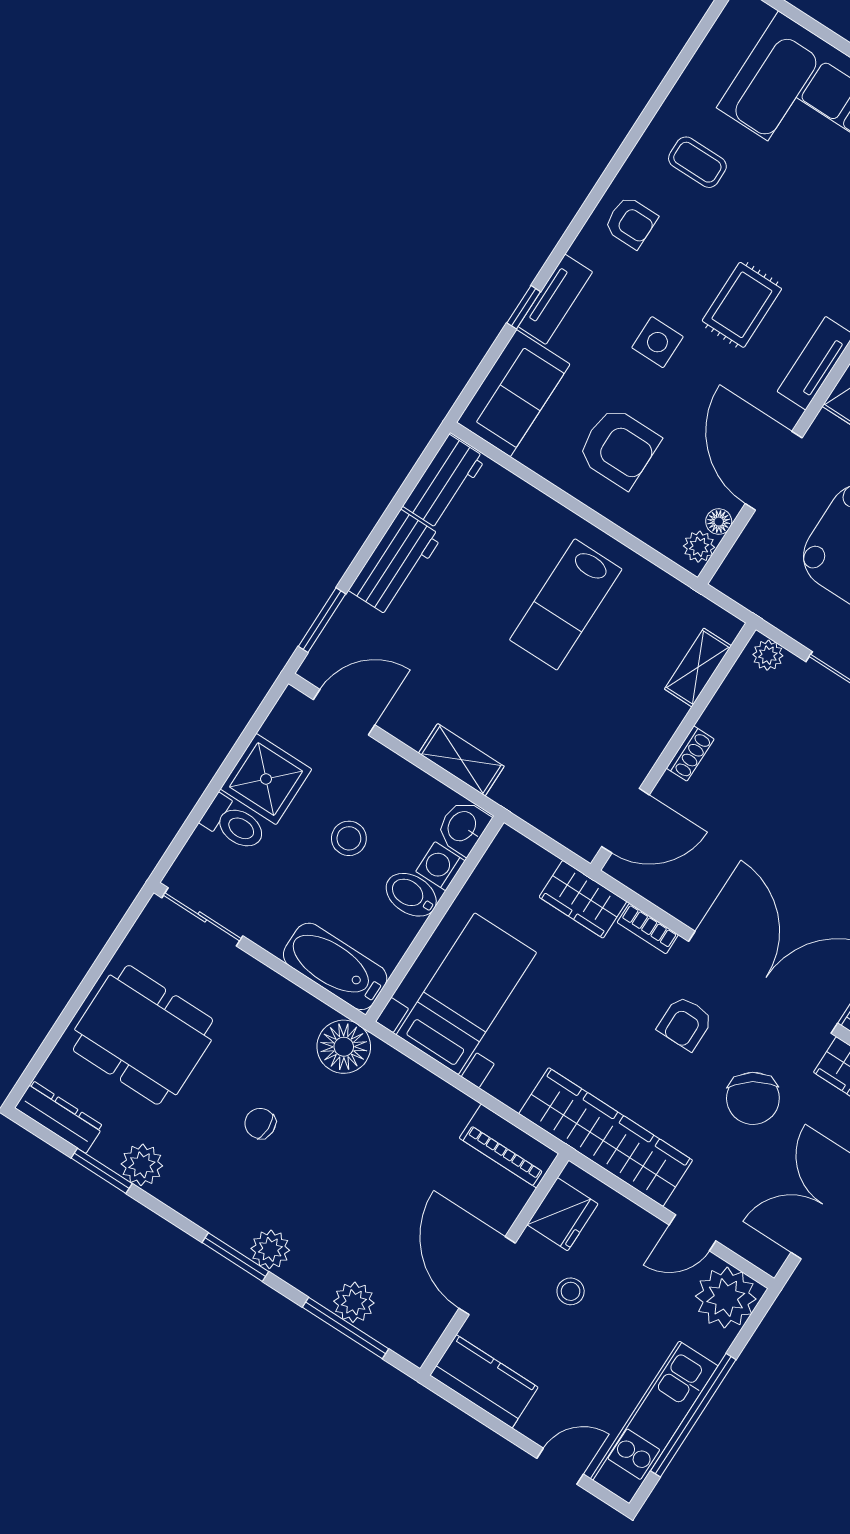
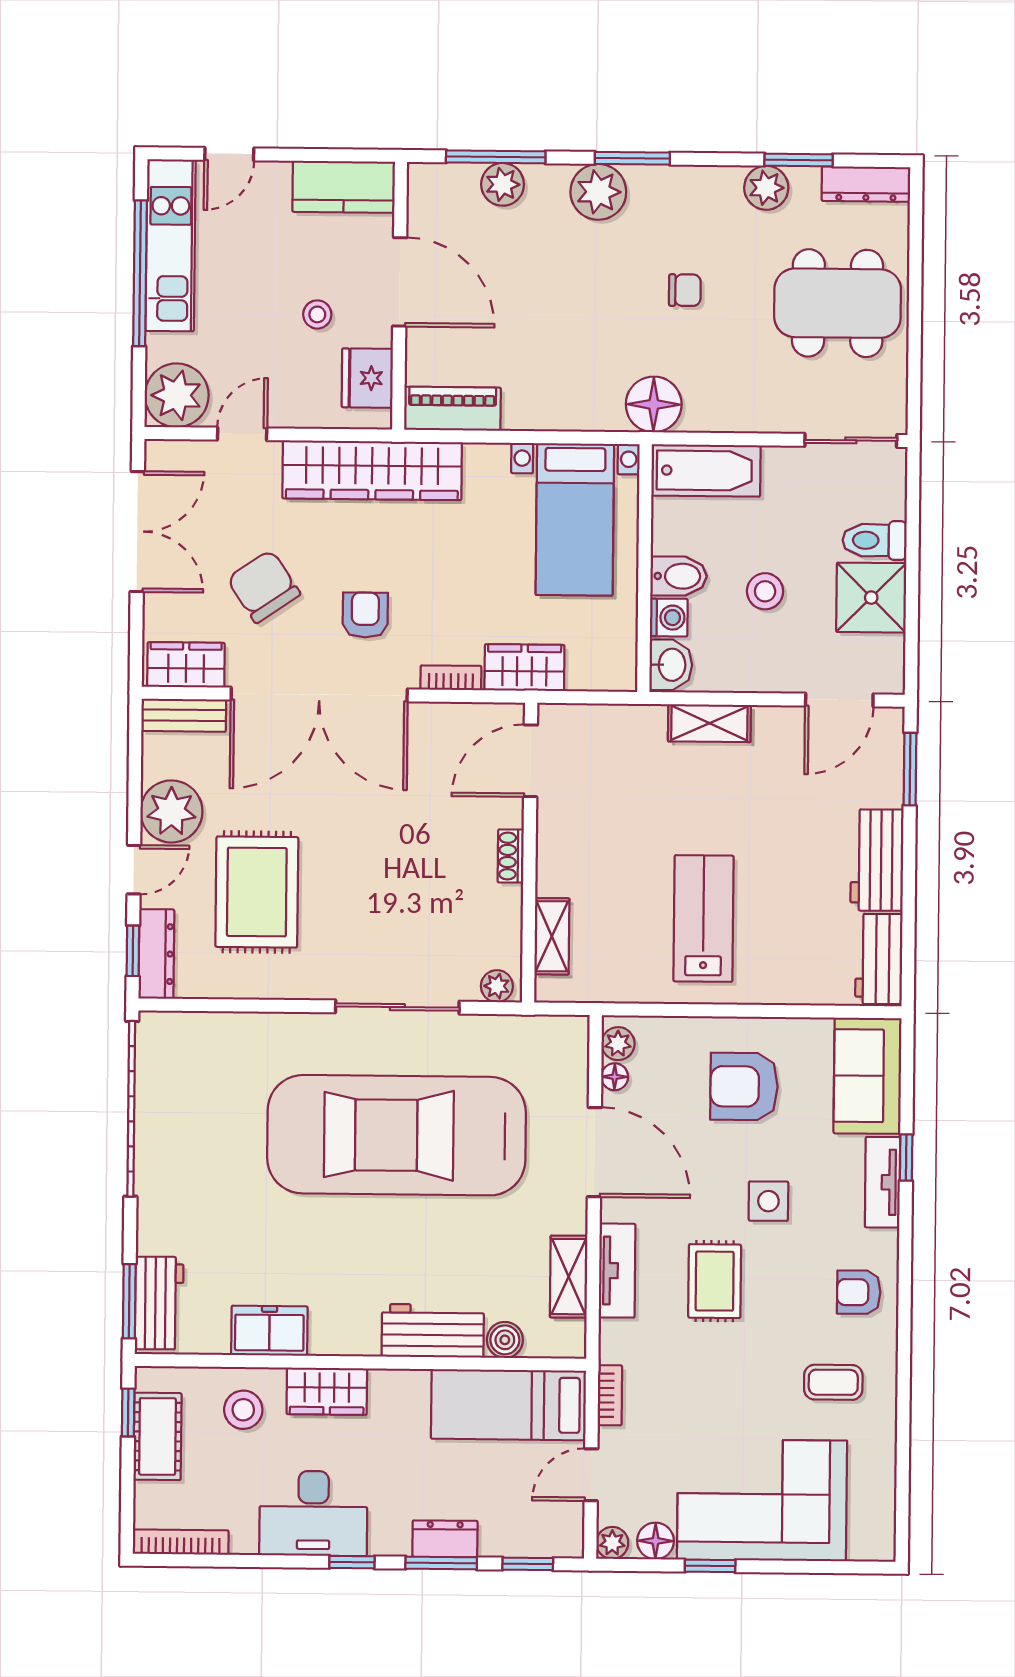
plant: (270, 1249) -> (598, 192), width x1.36, depth x1.36

